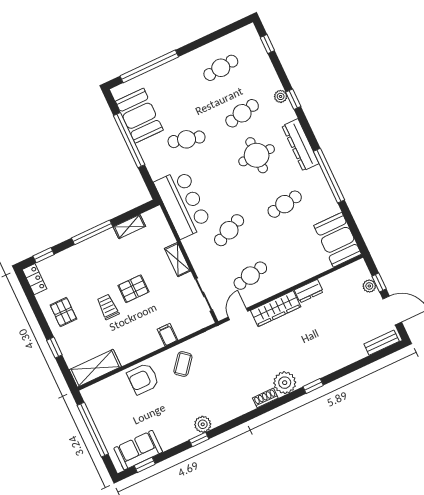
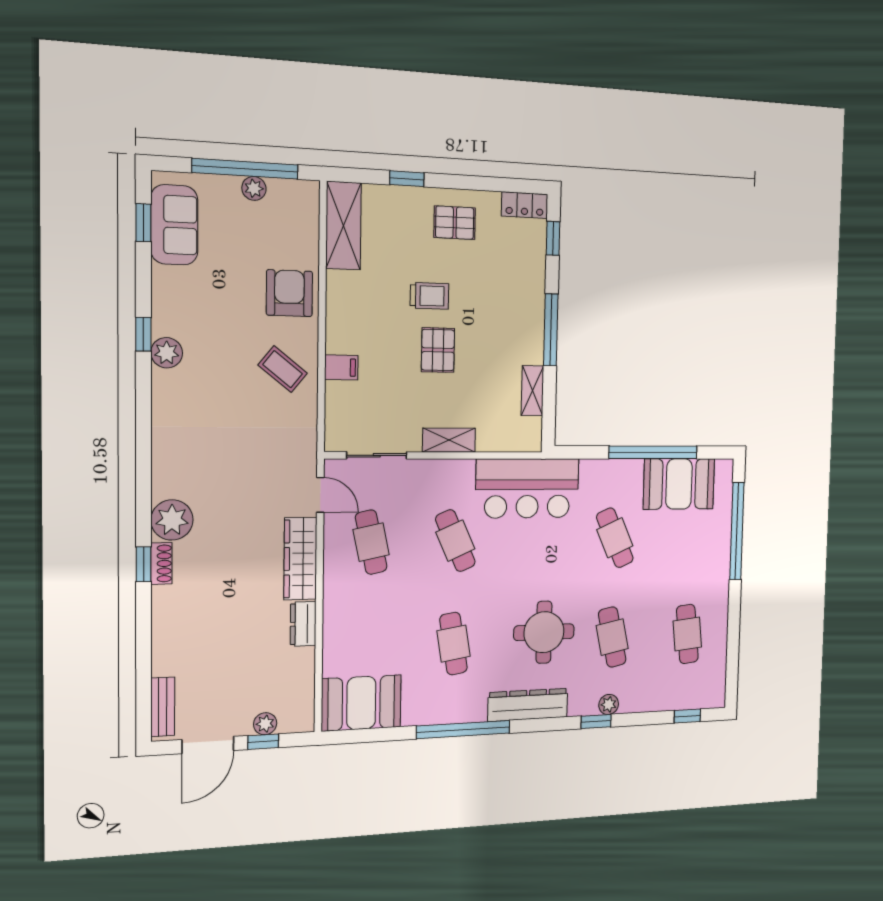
cafe table: (187, 139) -> (615, 538), turned -39
shoe rack: (265, 398) -> (161, 563), moved
plant: (100, 421) -> (254, 188), added

